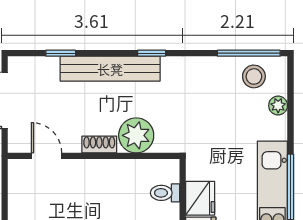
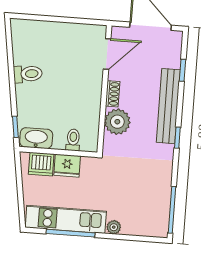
stool: (254, 76) -> (154, 212), removed
plant: (278, 106) -> (114, 227), moved
door: (46, 156) -> (107, 54), width x1.38

